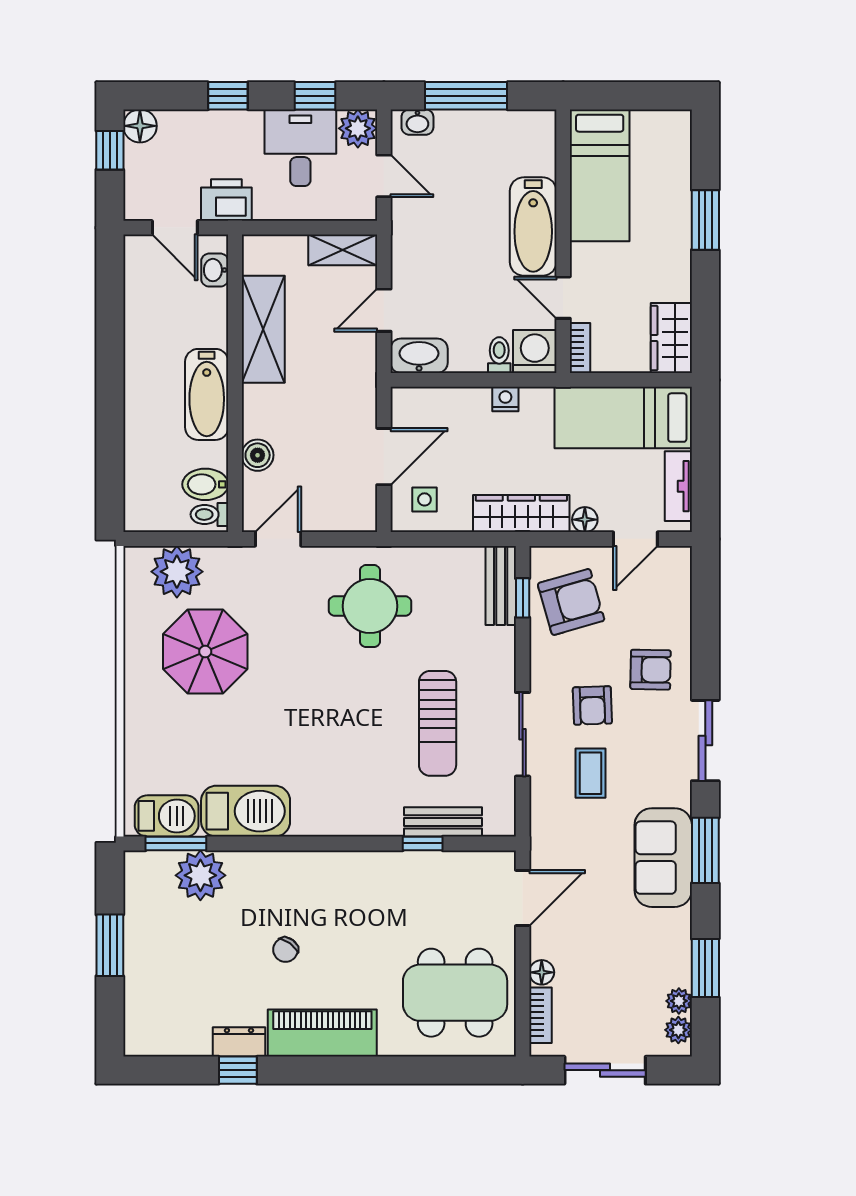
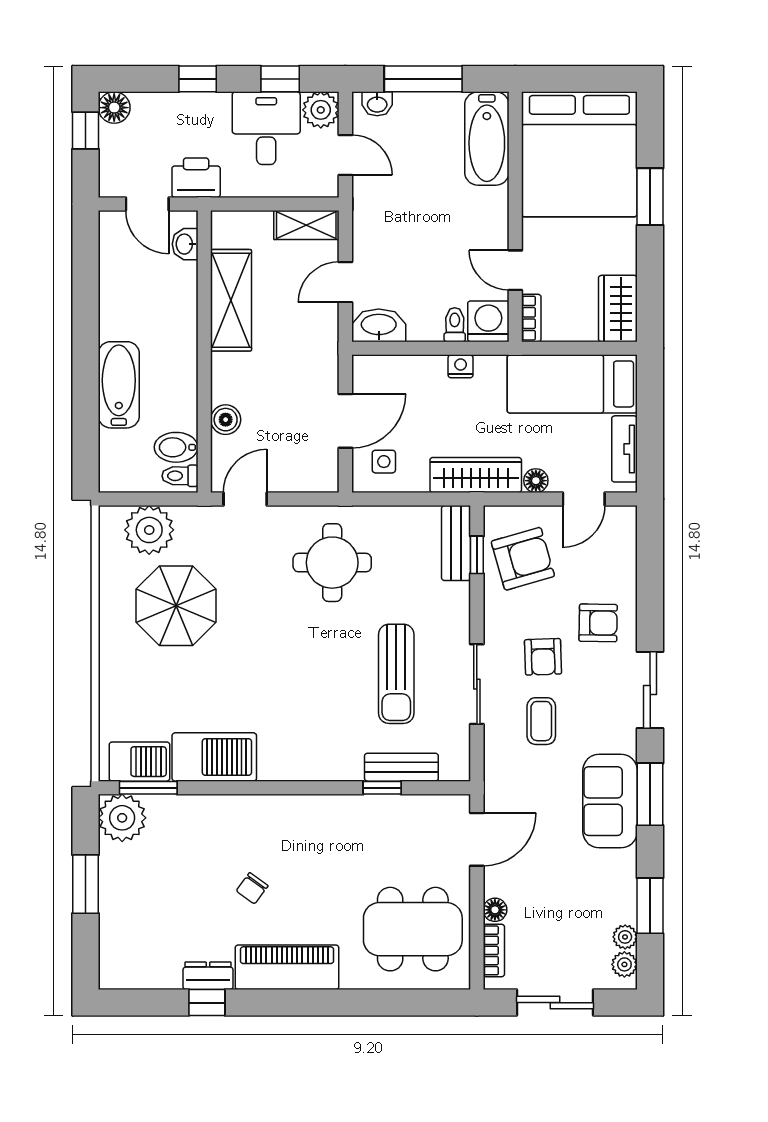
bed: (600, 175) -> (579, 154), width x2.04
bathtub: (533, 227) -> (487, 139), moved
bathtub: (207, 394) -> (119, 385), moved, turned 180
plant: (200, 875) -> (122, 818), moved

